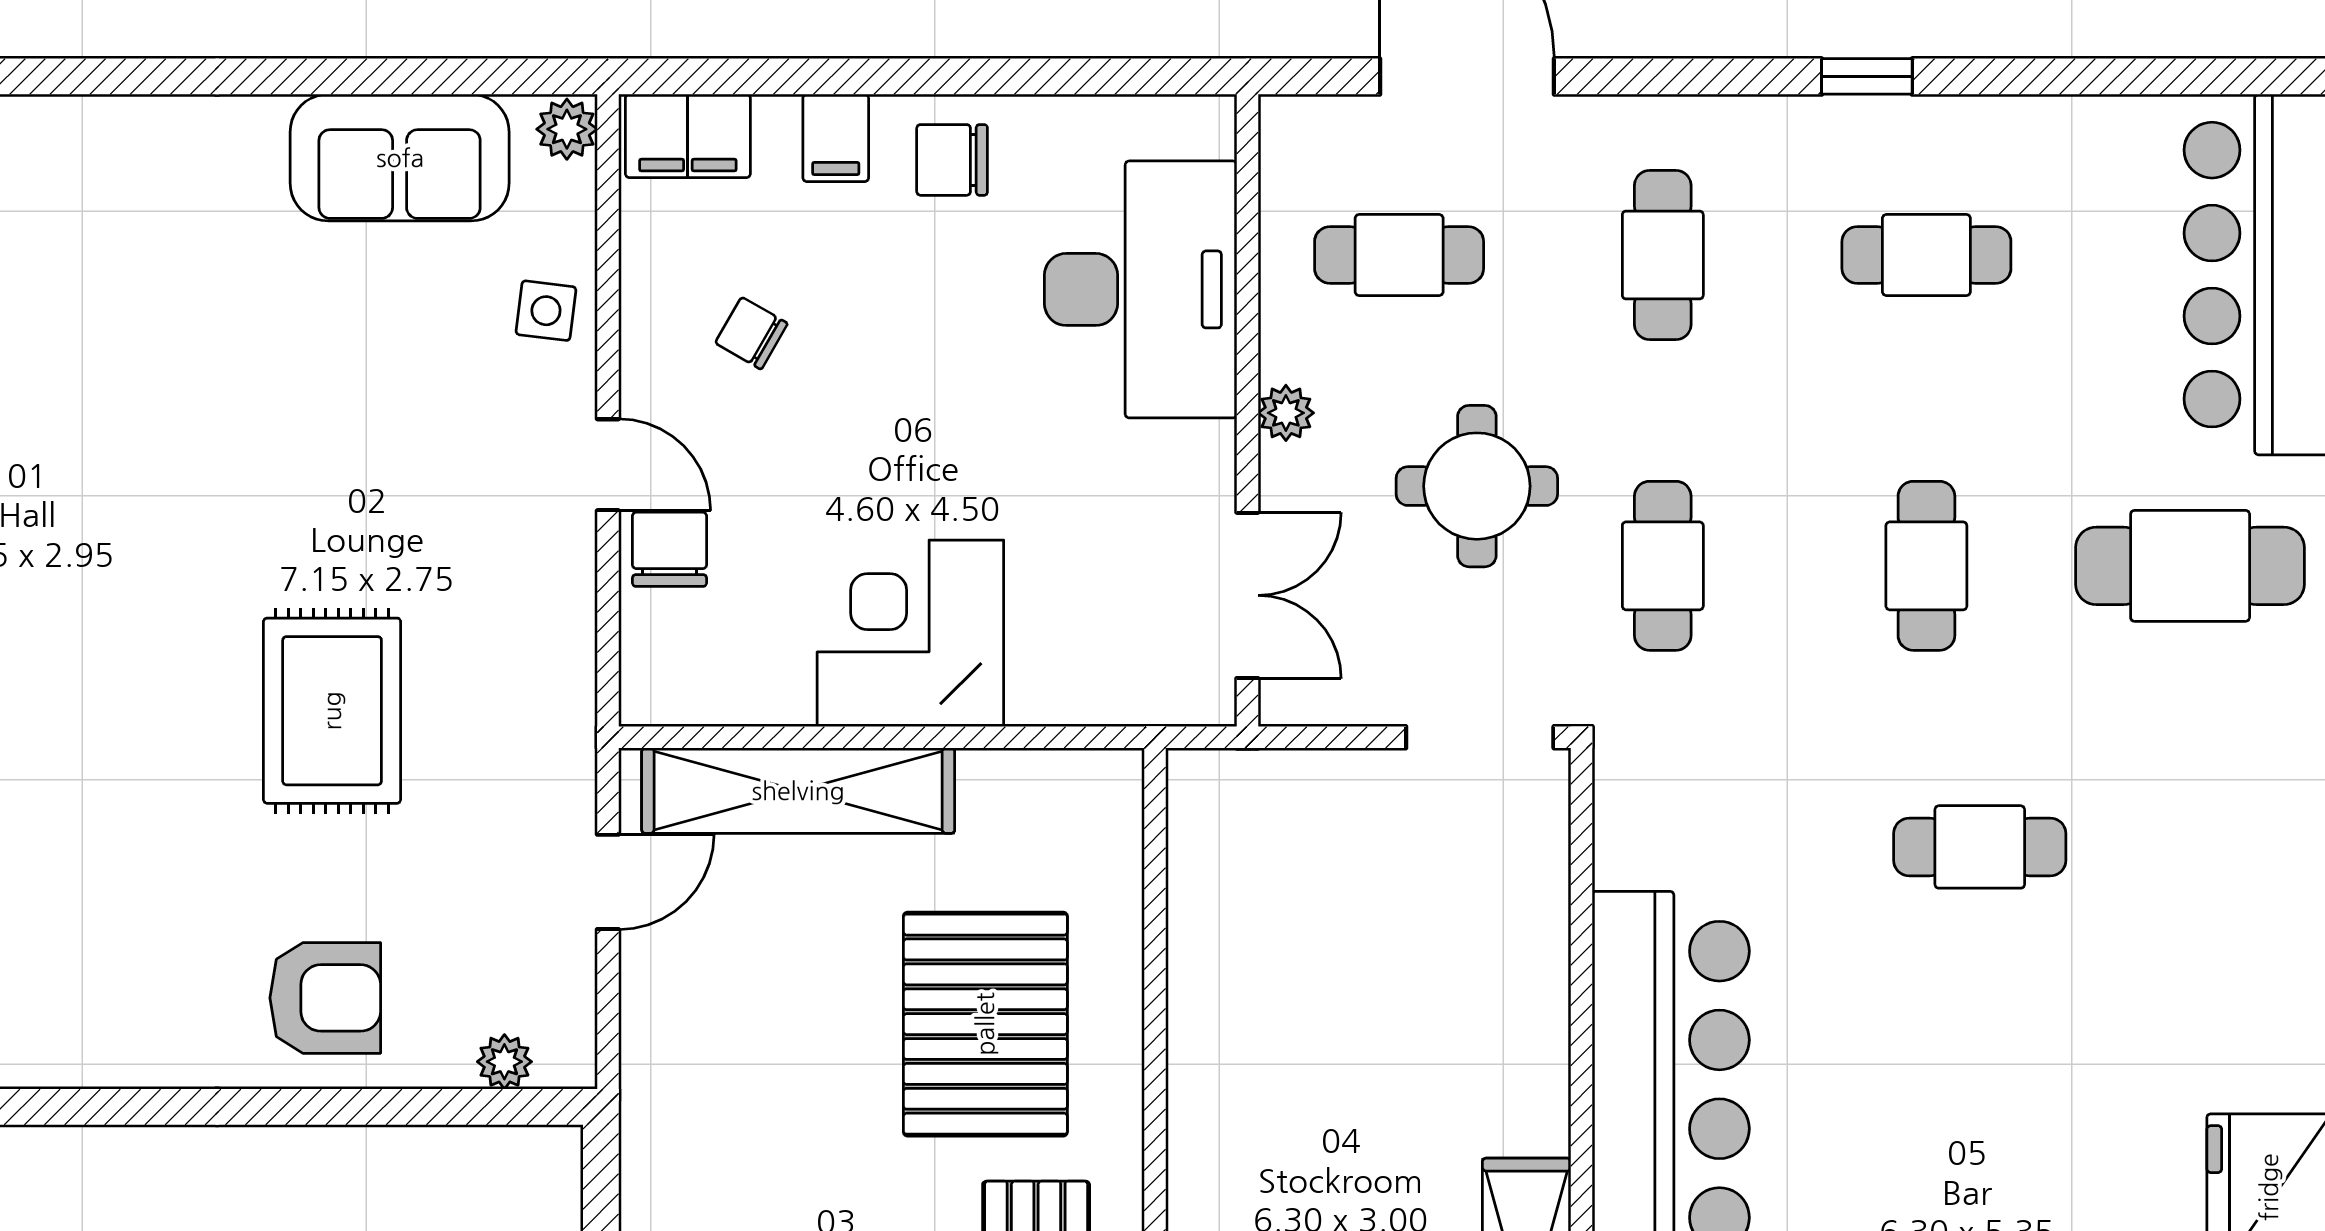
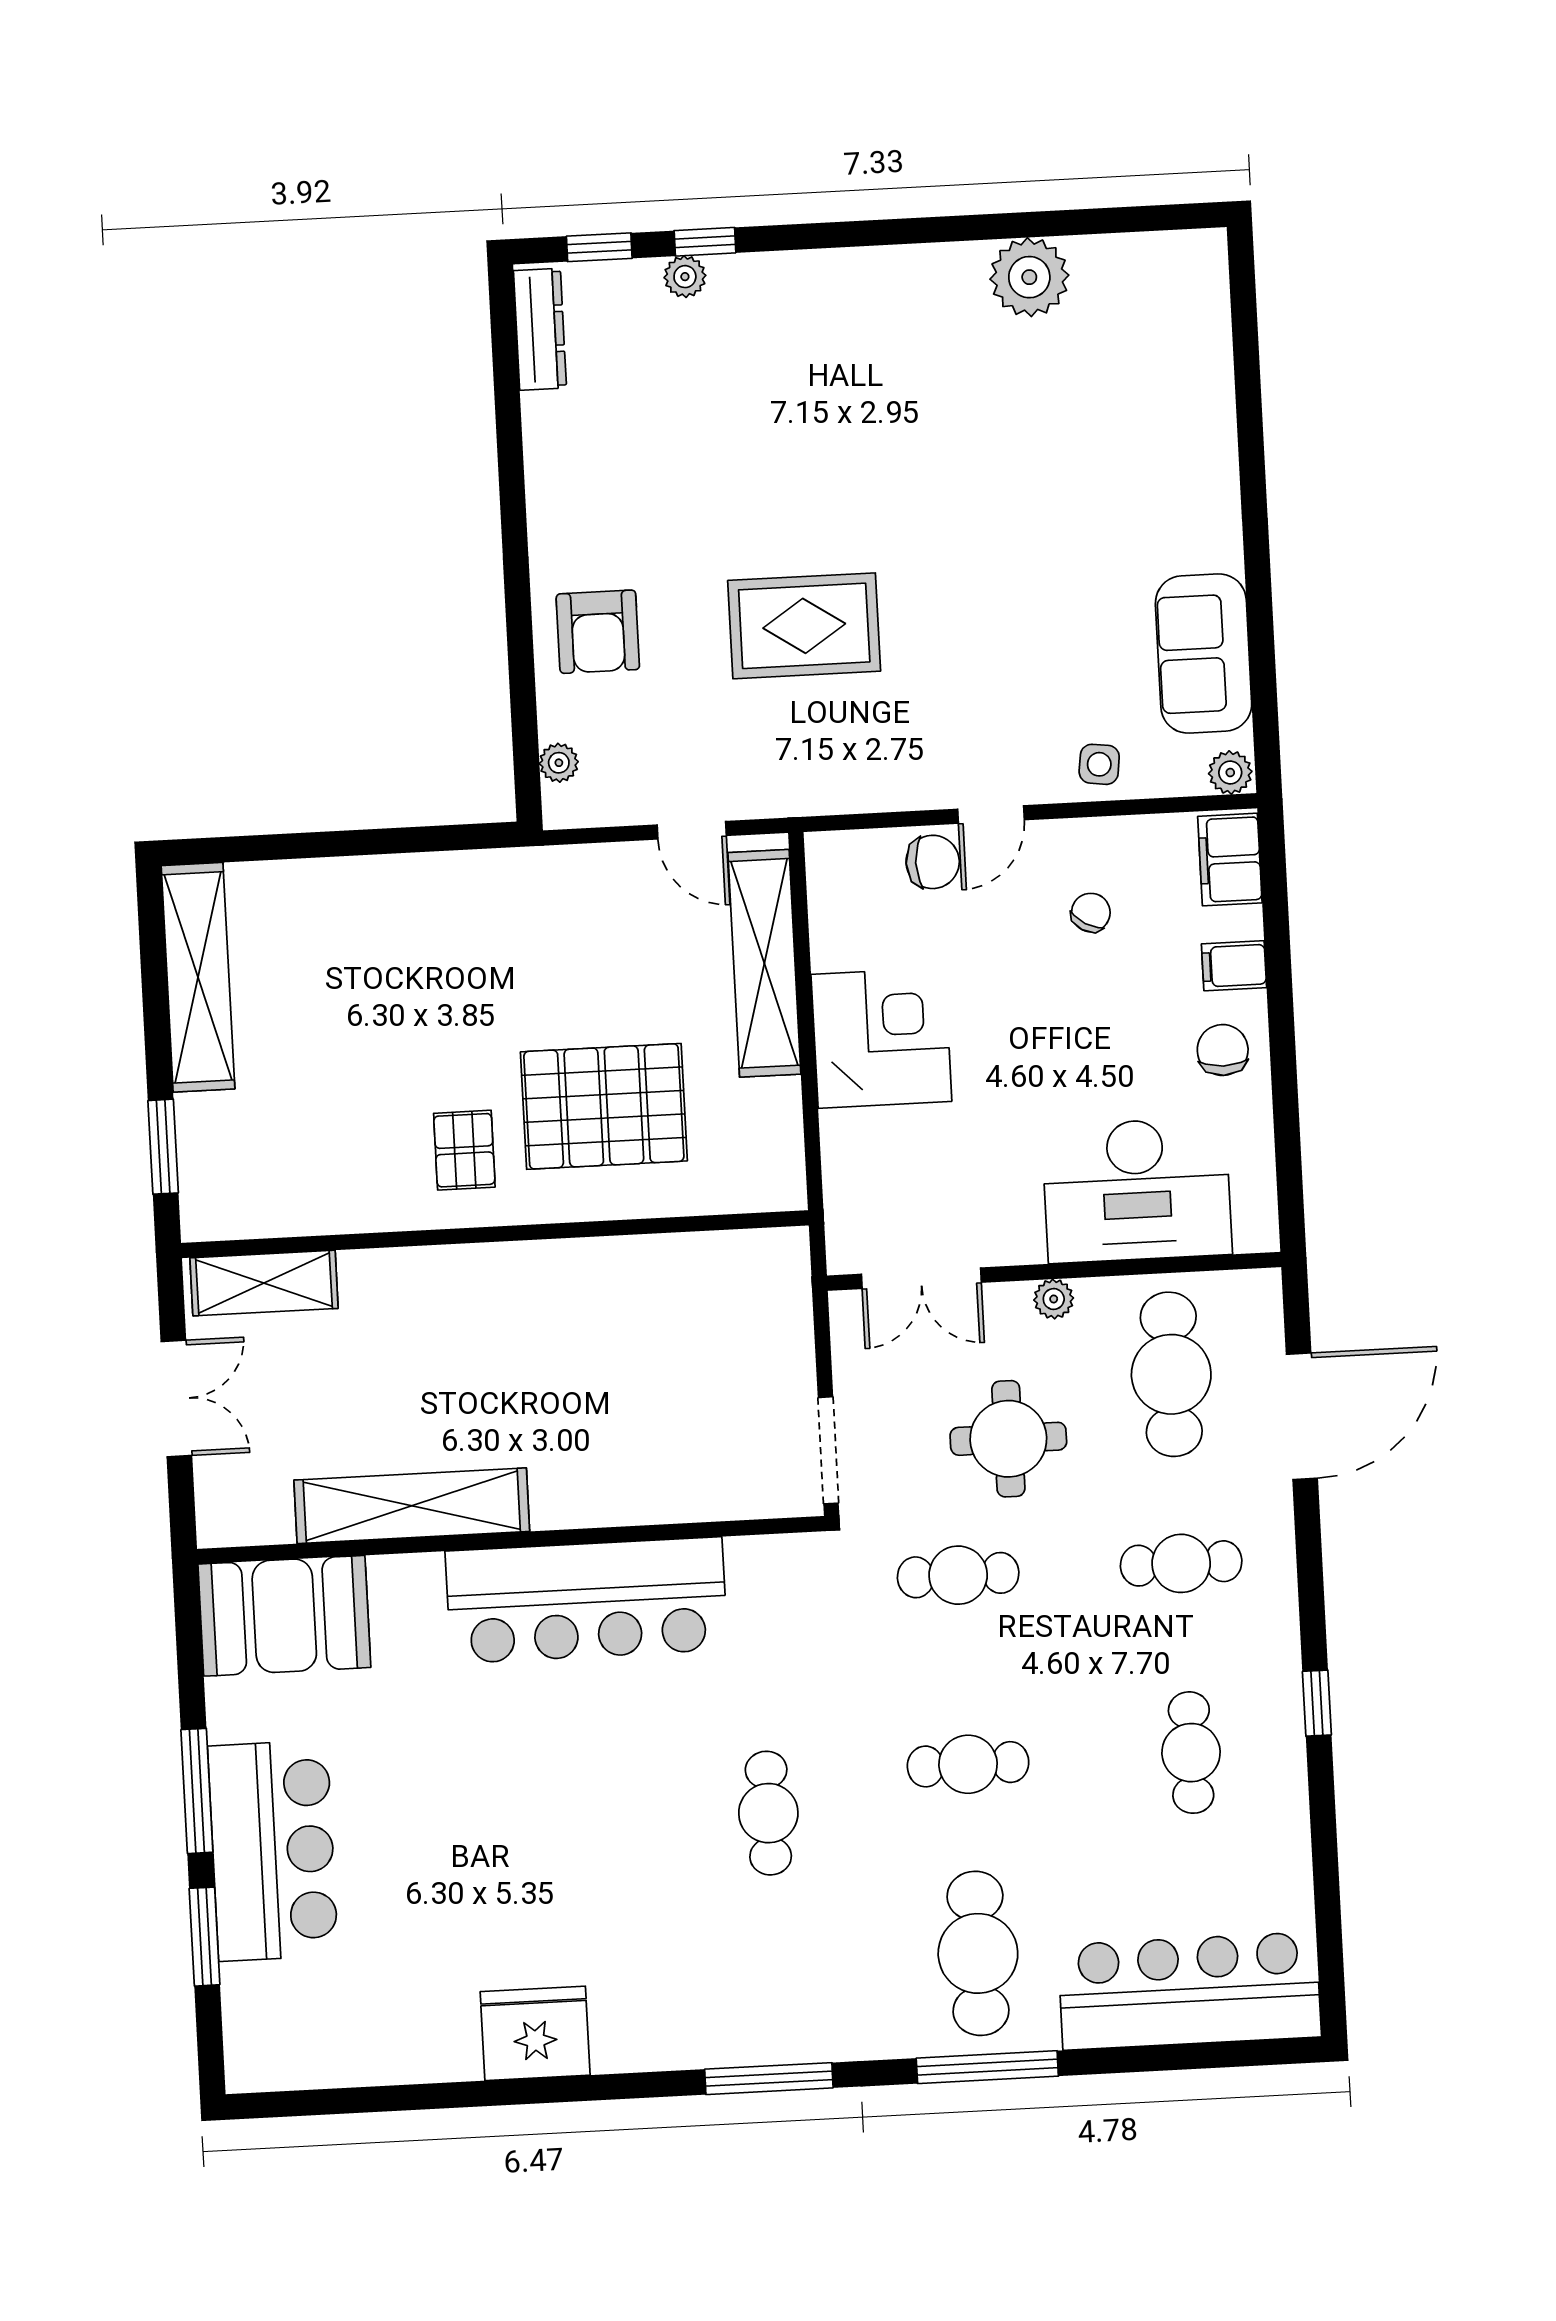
cafe table: (1399, 255) -> (1171, 1374), width x1.37, depth x1.35

